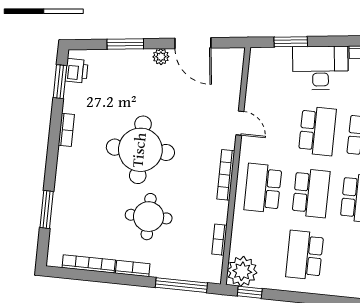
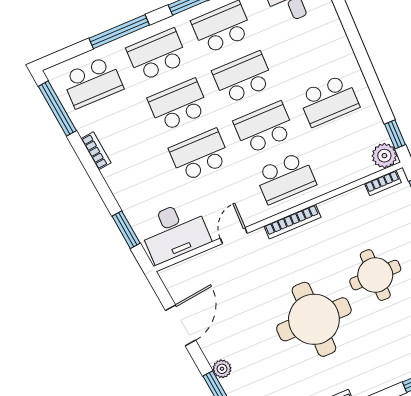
plant: (161, 57) -> (222, 369), moved
desk: (320, 68) -> (174, 232), moved, turned -83
bookcase: (219, 240) -> (383, 183), moved
plant: (242, 271) -> (384, 156), width x0.73, depth x0.73

